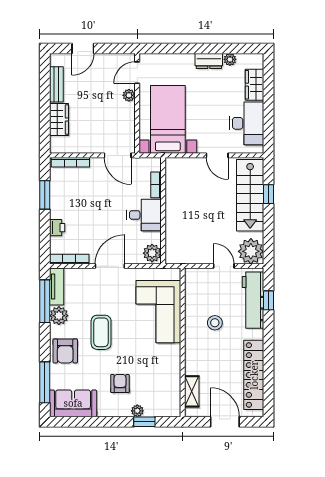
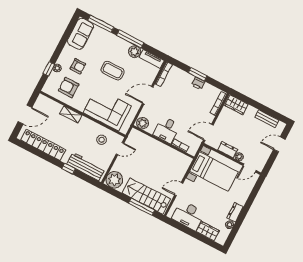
door: (83, 48) -> (279, 144), hinge flipped
door: (137, 73) -> (250, 168), swing flipped
dresser: (127, 116) -> (228, 150), added
wardrobe: (59, 120) -> (236, 105), moved
window: (268, 194) -> (142, 207), width x2.17
window: (45, 195) -> (198, 74), moved
printer: (57, 228) -> (198, 83), moved
door: (110, 266) -> (148, 95), swing flipped
door: (224, 266) -> (120, 149), moved
window: (268, 300) -> (69, 169), moved
window: (45, 301) -> (130, 39), moved
stool: (215, 323) -> (102, 140), moved
armchair: (65, 351) -> (69, 87), moved
shelving: (192, 391) -> (71, 114), moved

